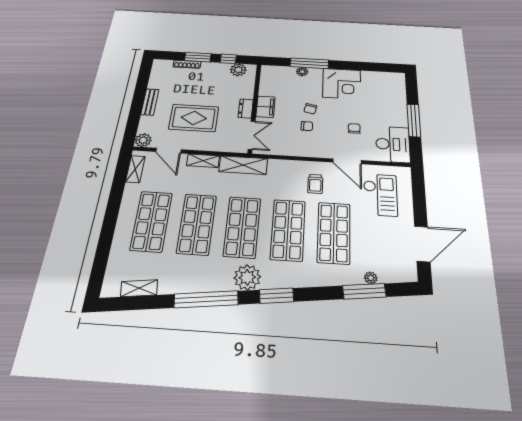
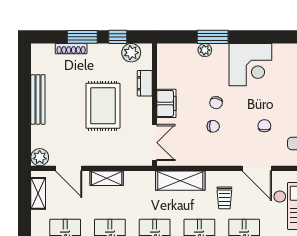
window: (309, 63) -> (213, 37), width x0.69
bench: (150, 102) -> (38, 99), width x1.36
dresser: (246, 109) -> (145, 83), moved
rug: (194, 118) -> (103, 106), moved, turned 90
shelving: (243, 165) -> (180, 181), moved

